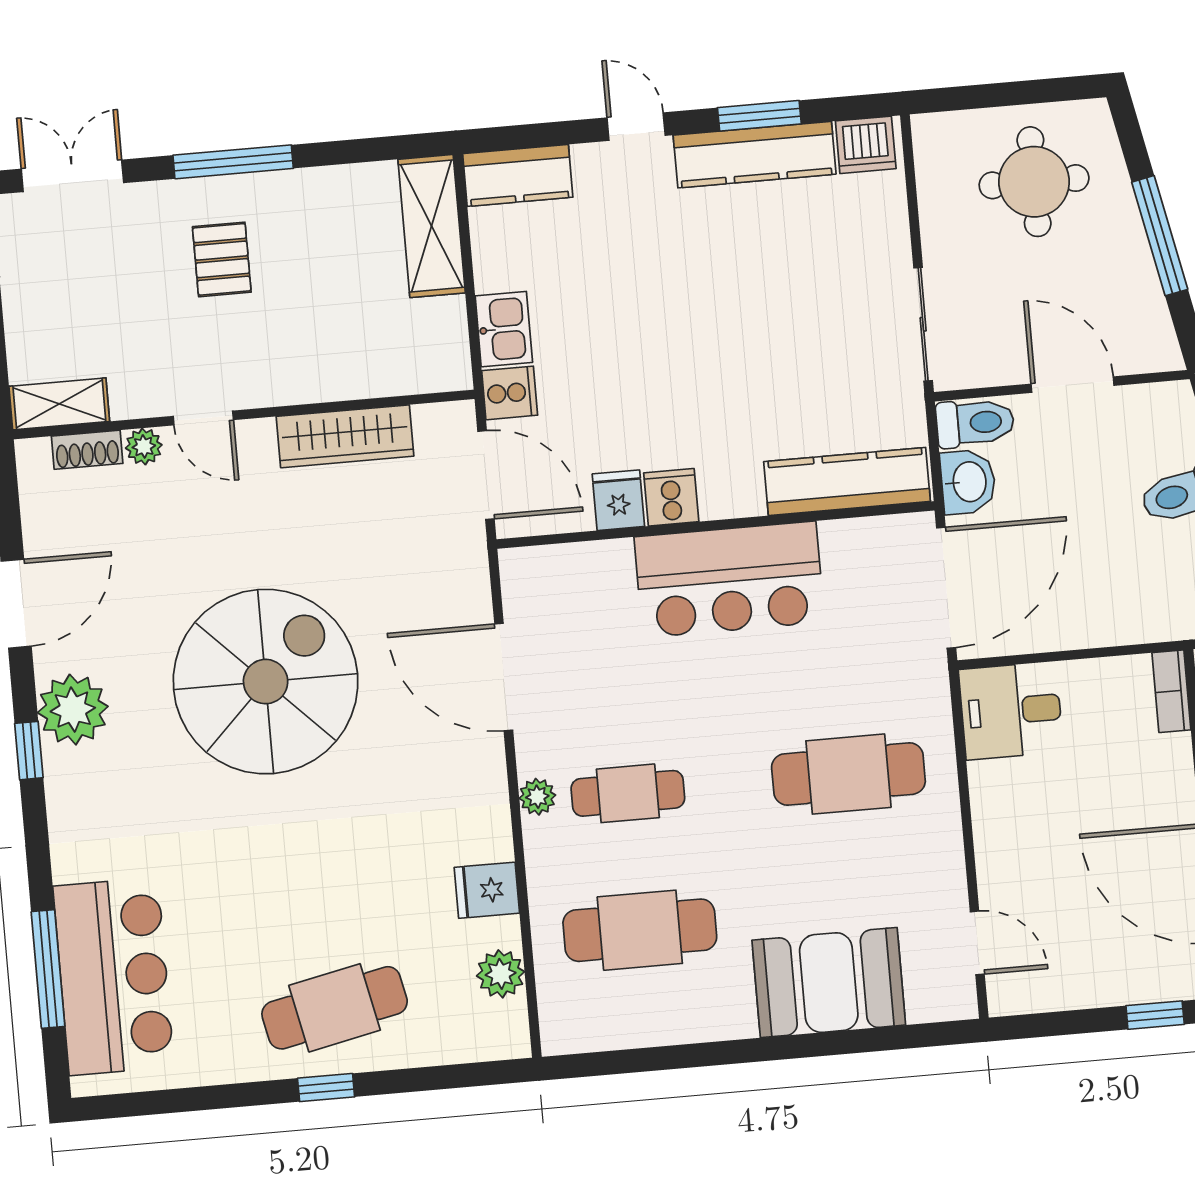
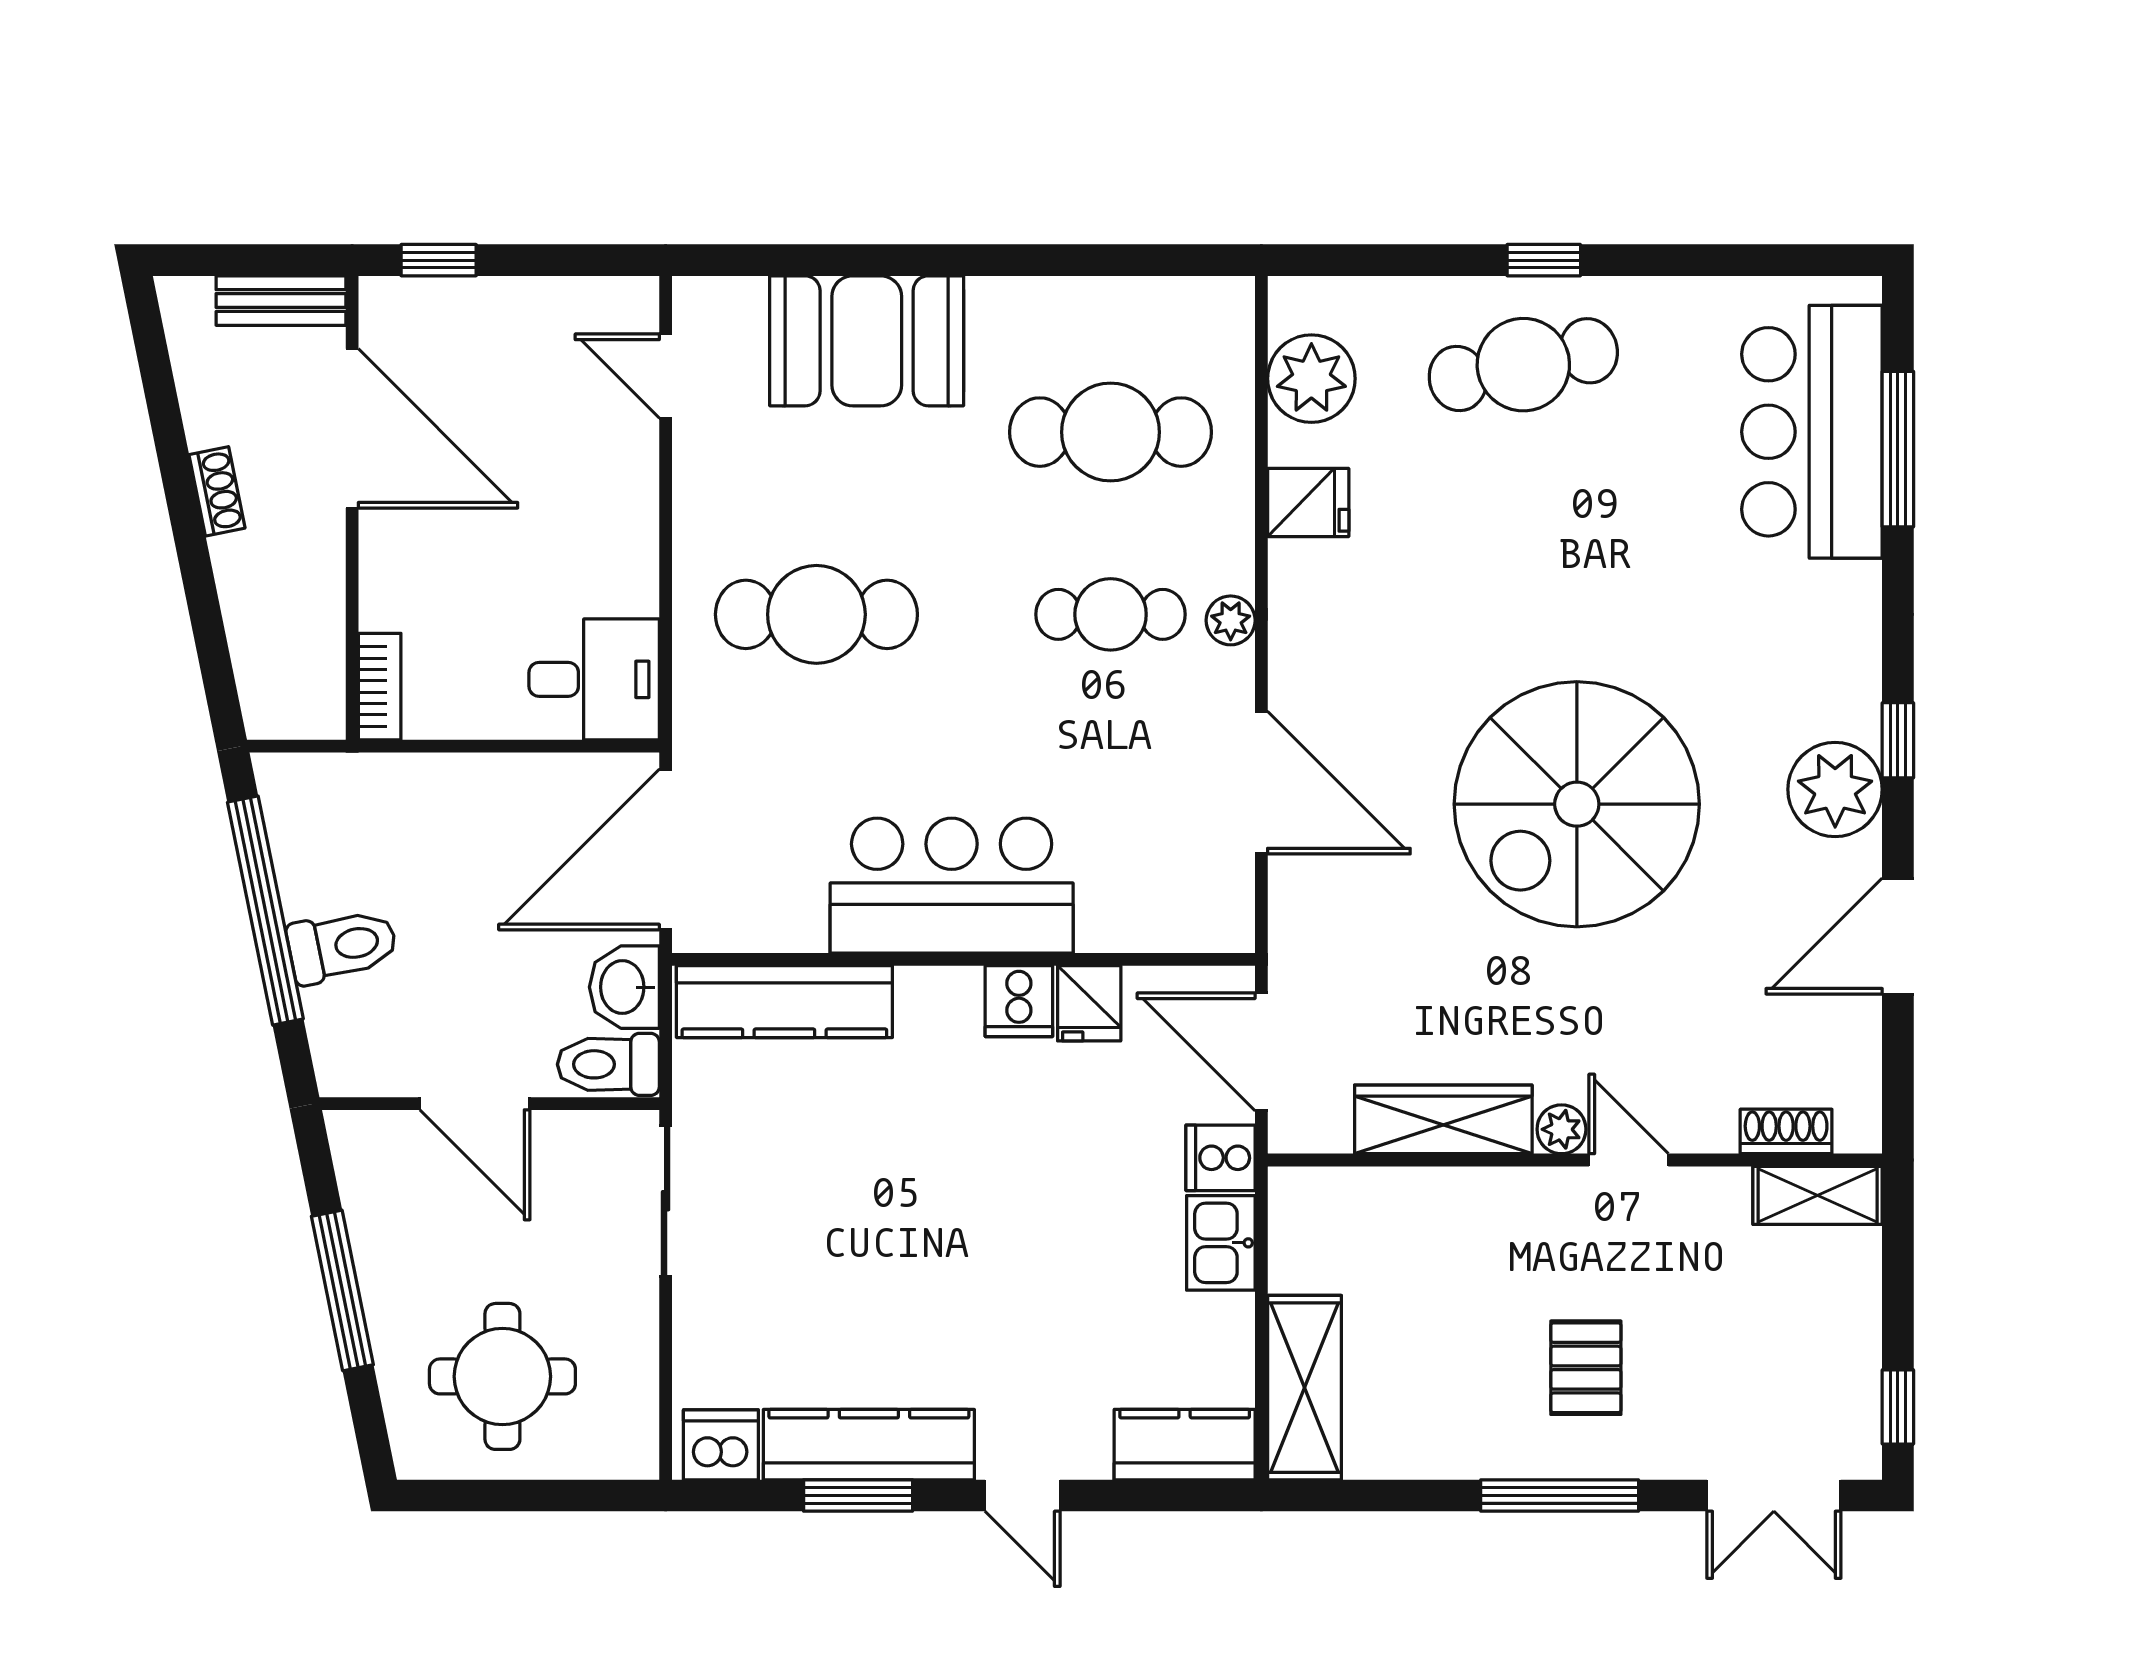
plant: (144, 446) -> (1561, 1129), moved
plant: (501, 974) -> (1311, 379), width x1.36, depth x1.36

